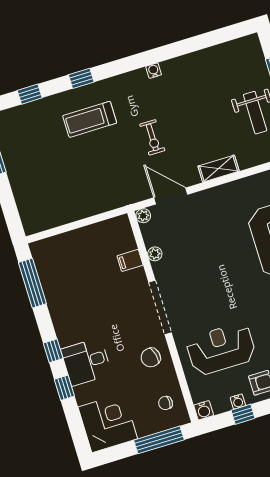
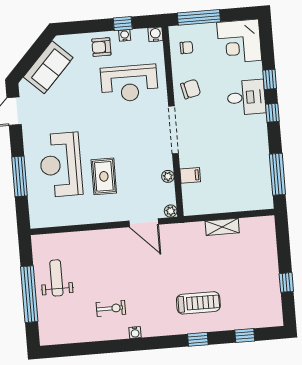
exercise bike: (152, 137) -> (111, 308), moved, turned 90
shelving: (219, 169) -> (222, 227), moved
rug: (227, 238) -> (104, 176), added

